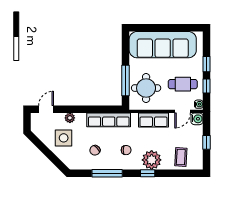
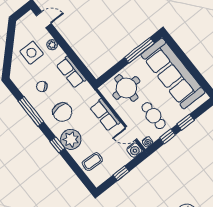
window: (126, 80) -> (139, 50), moved
row of seats: (109, 120) -> (71, 72), width x0.68
chair: (126, 150) -> (62, 112), width x1.87, depth x1.87

